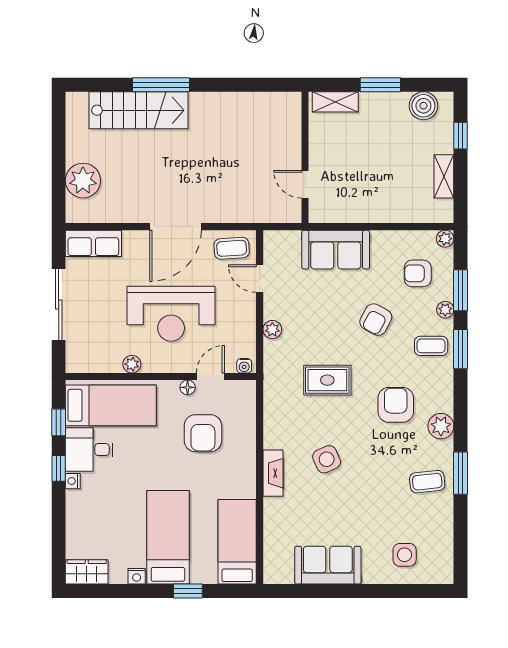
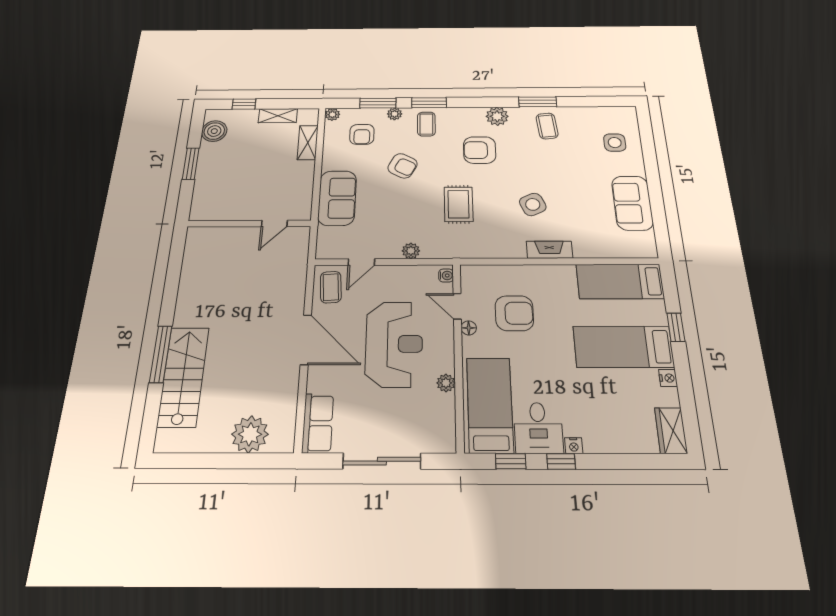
shelving: (335, 102) -> (308, 143), moved

